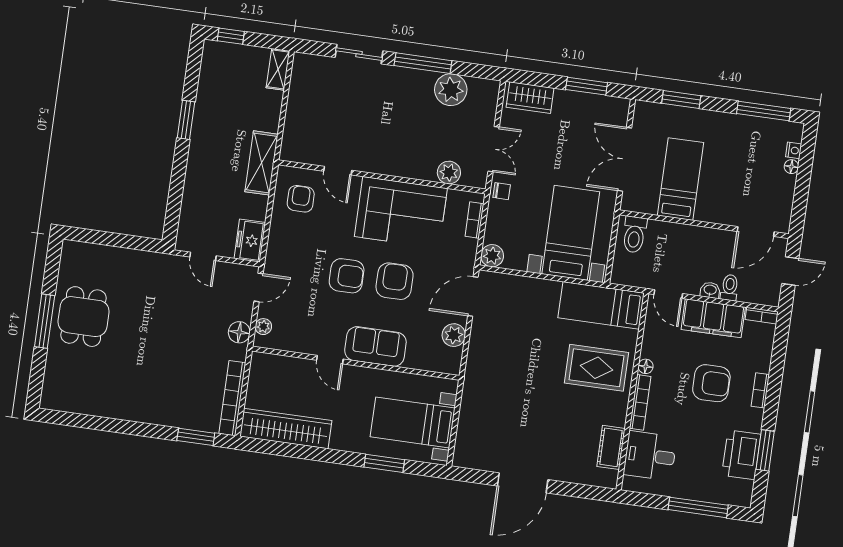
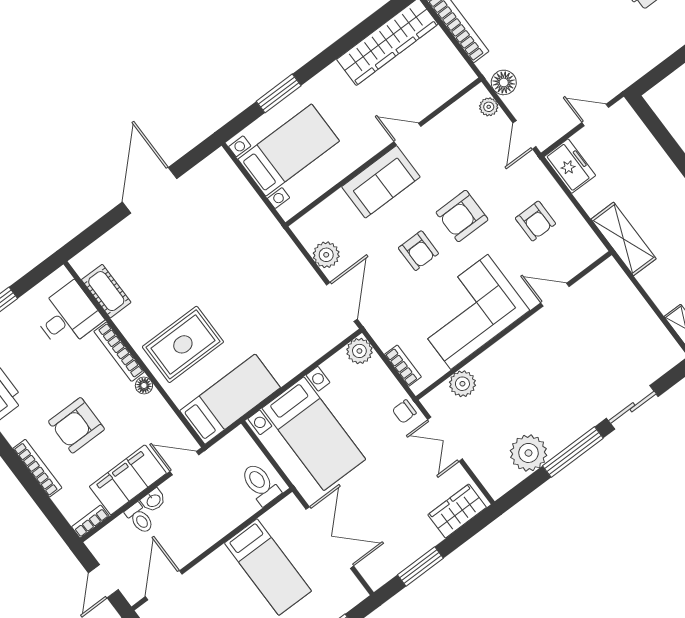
armchair: (301, 199) -> (535, 221), moved
armchair: (395, 281) -> (418, 251), width x0.72, depth x0.72
bookcase: (760, 390) -> (37, 468), width x1.56

